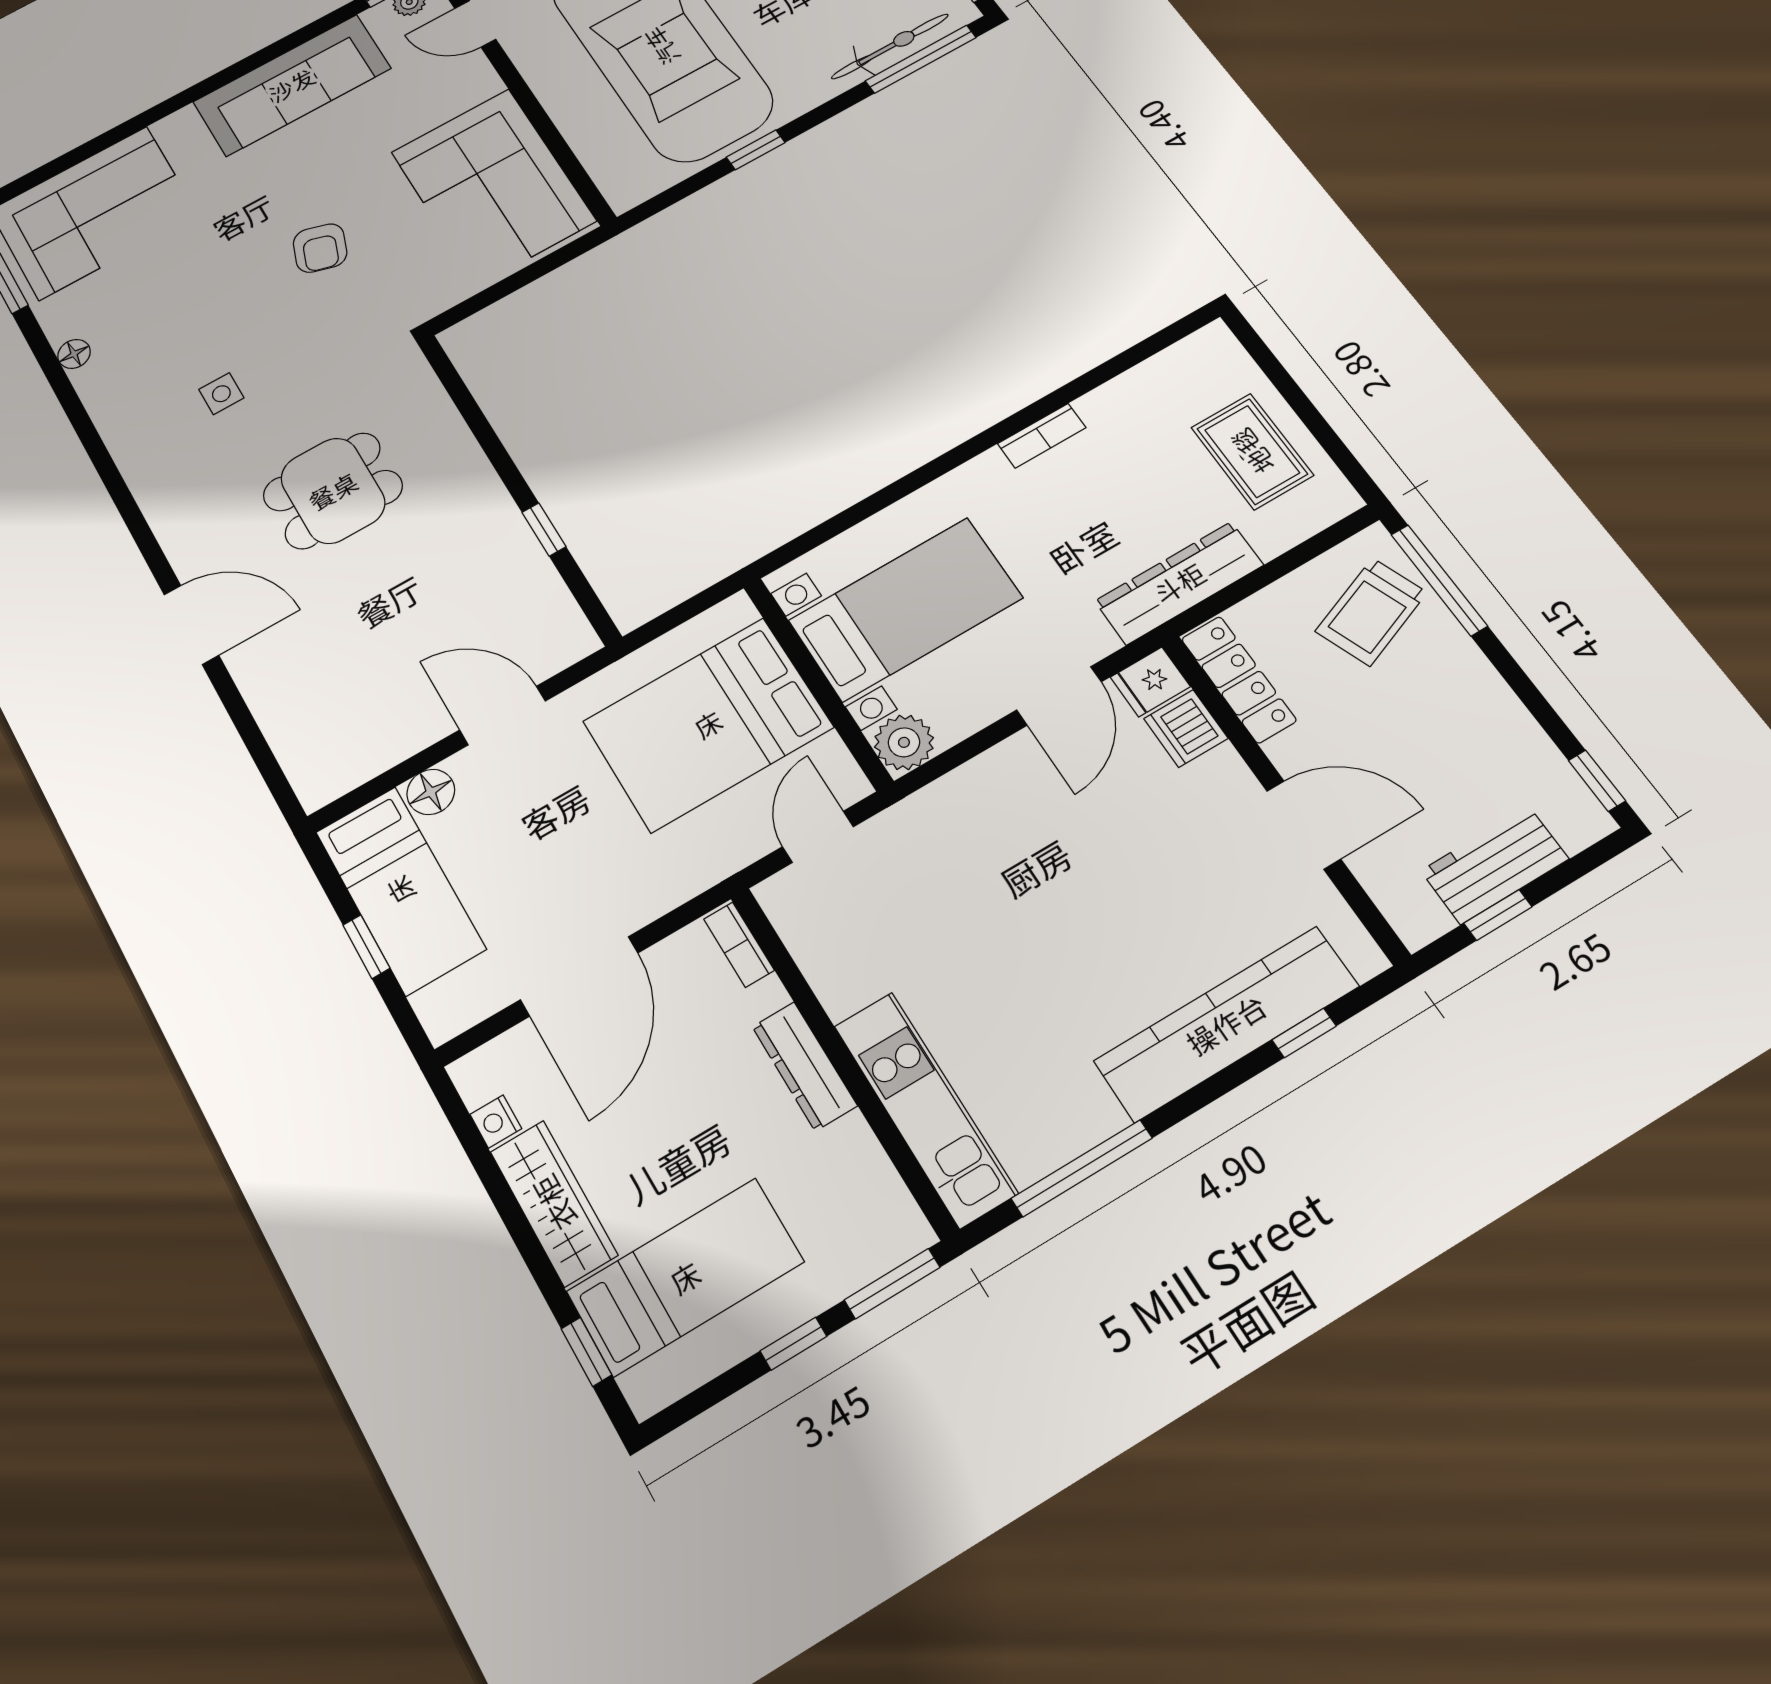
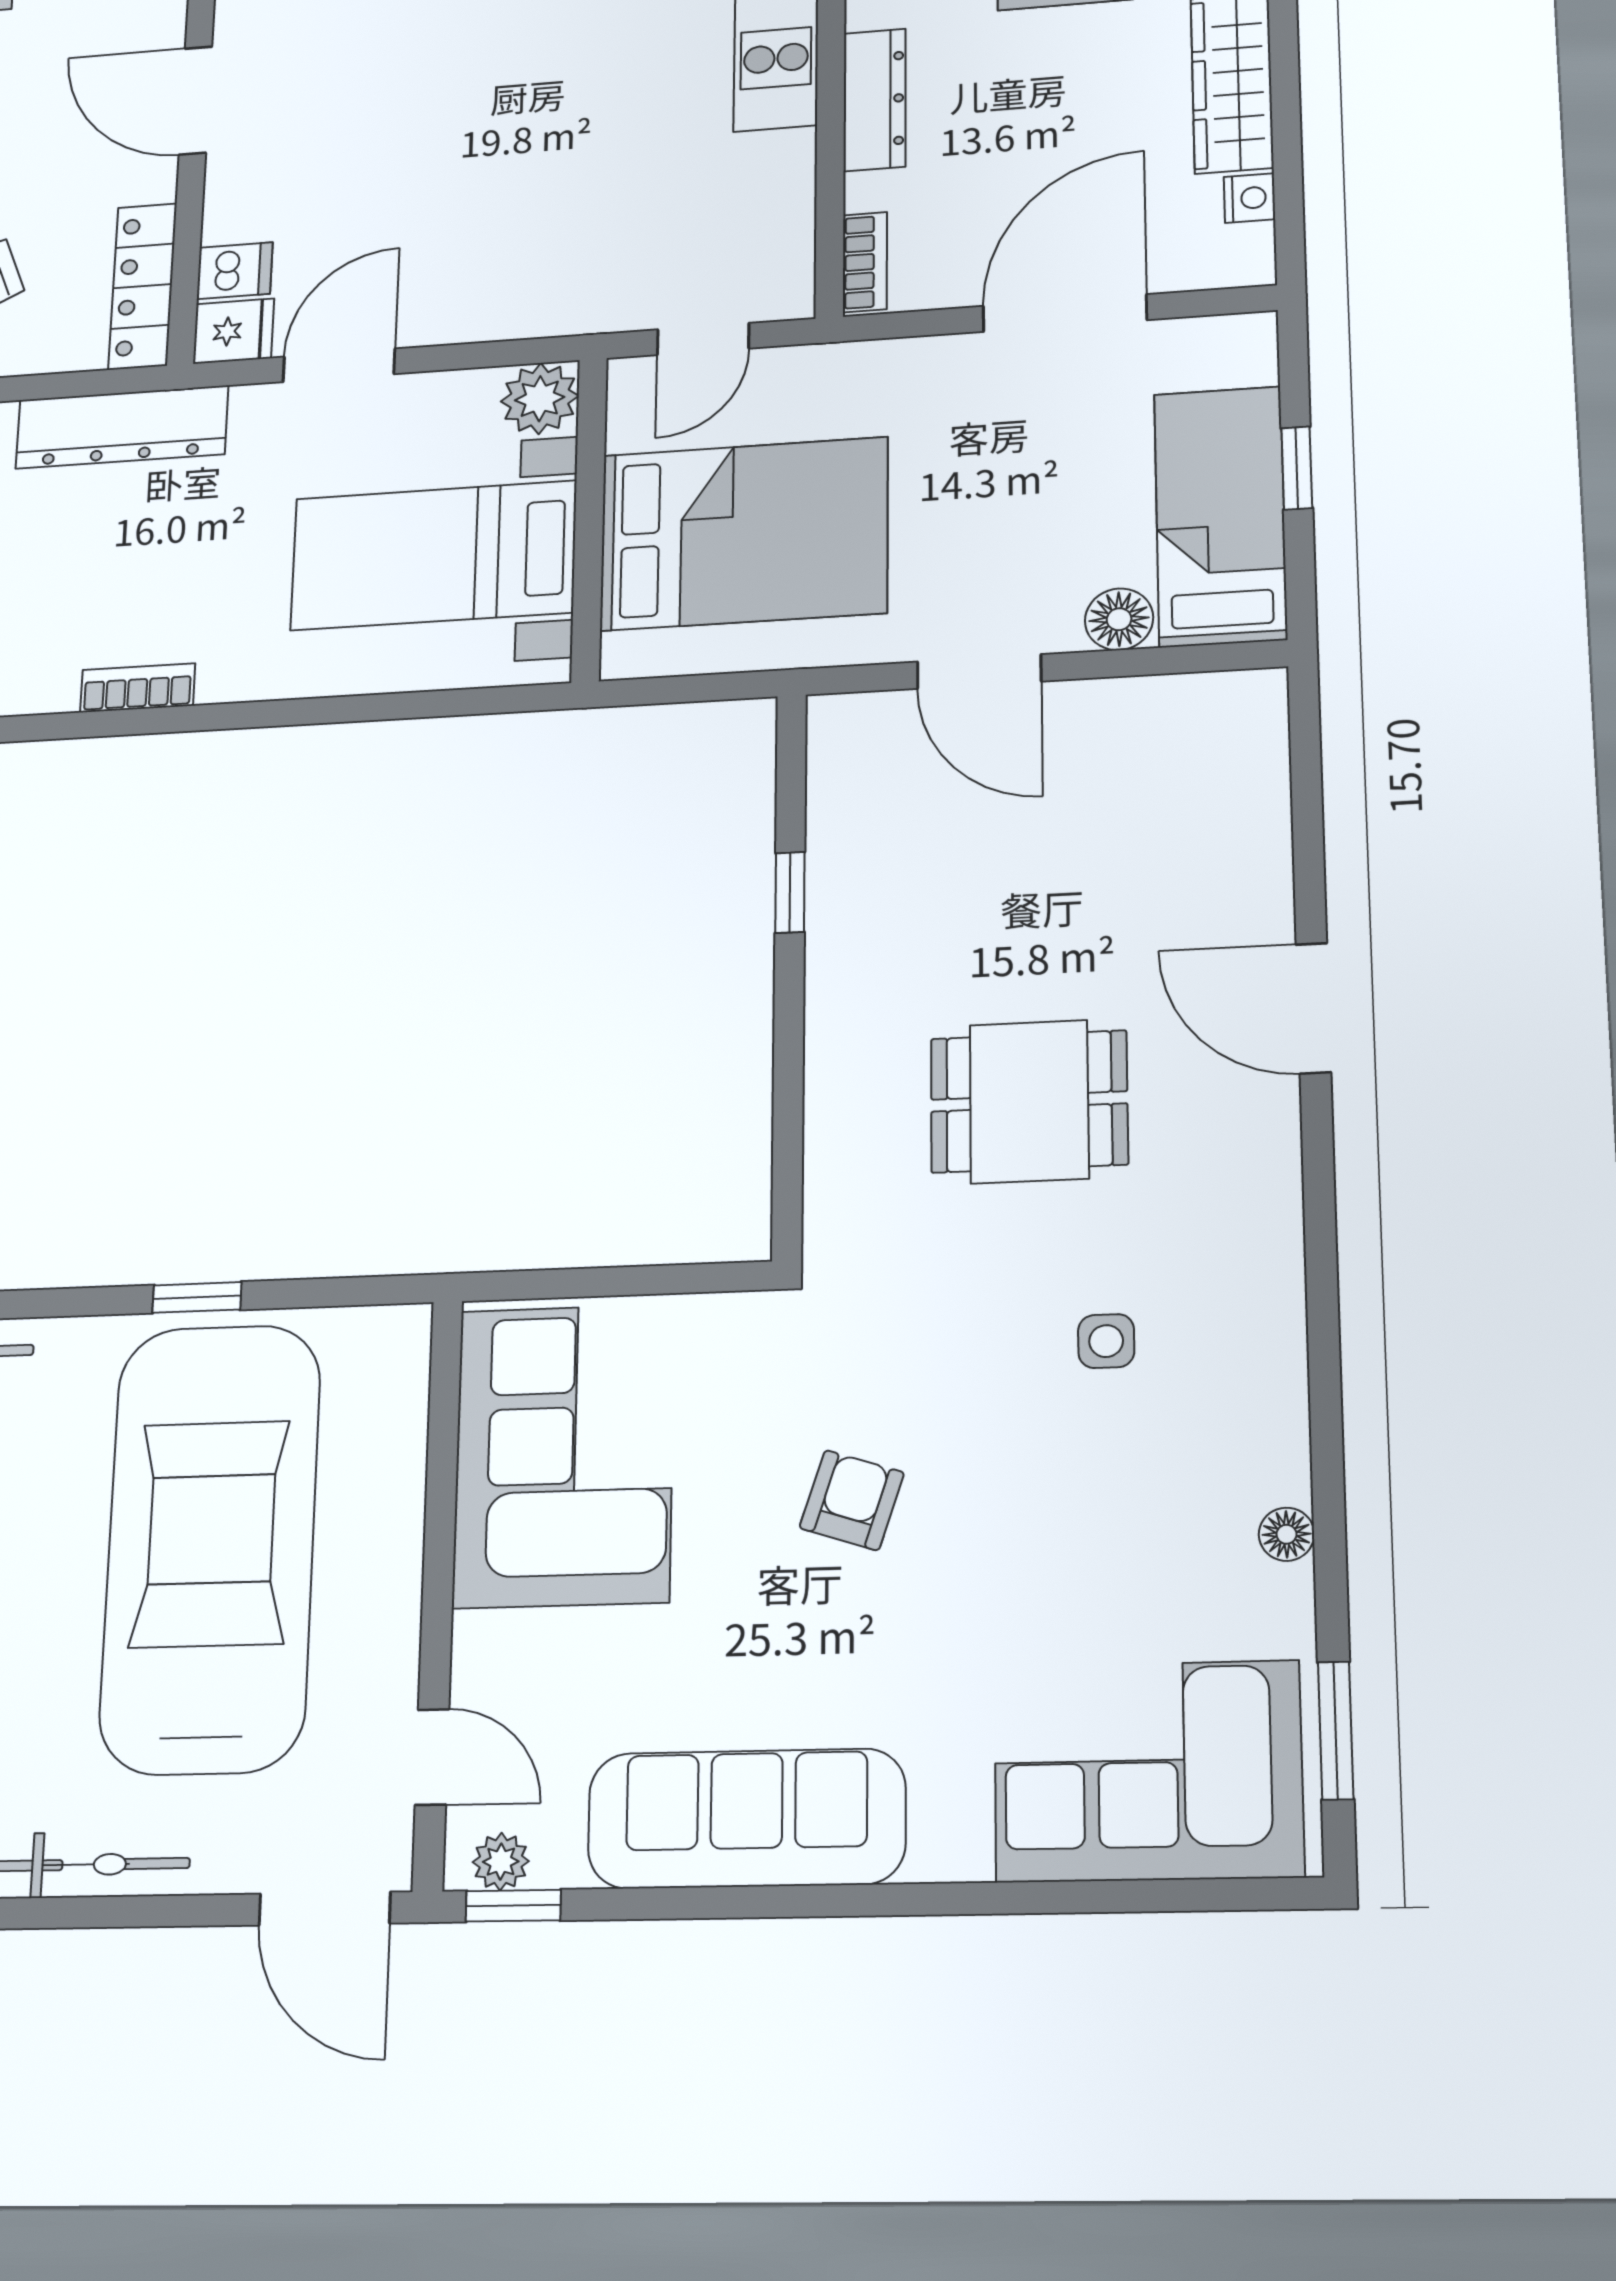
dishwasher: (1186, 728) -> (235, 271), width x0.73

